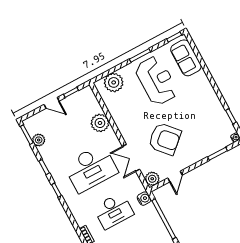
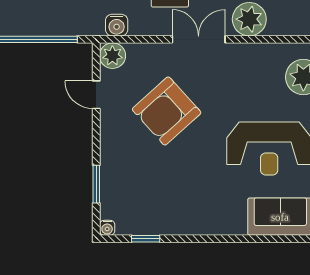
double door: (131, 158) -> (199, 39), moved
water cooler: (144, 199) -> (117, 25), moved

